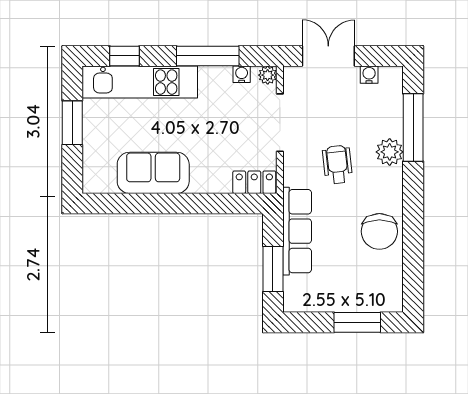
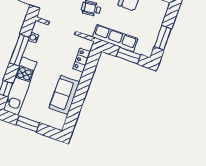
plant: (268, 75) -> (38, 26), removed
locker: (254, 182) -> (82, 60), moved
window: (357, 322) -> (163, 38), moved

